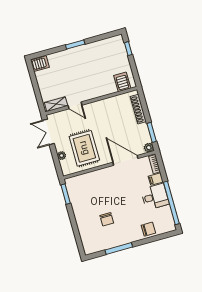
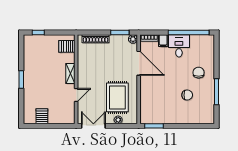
server rack: (40, 64) -> (42, 116), moved
shelving: (56, 104) -> (70, 73), moved
double door: (48, 132) -> (93, 126), swing flipped
rug: (84, 148) -> (117, 97), turned 90
door: (125, 160) -> (139, 63), swing flipped
chair: (148, 229) -> (199, 73), moved

